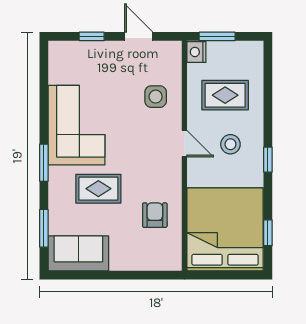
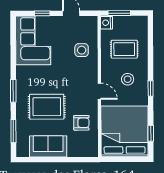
corner sofa: (77, 125) -> (33, 40), moved
door: (184, 144) -> (99, 91), moved
rug: (98, 189) -> (47, 107), width x1.36, depth x1.43
armchair: (155, 215) -> (81, 123), turned 90
sofa: (78, 253) -> (48, 146), moved

